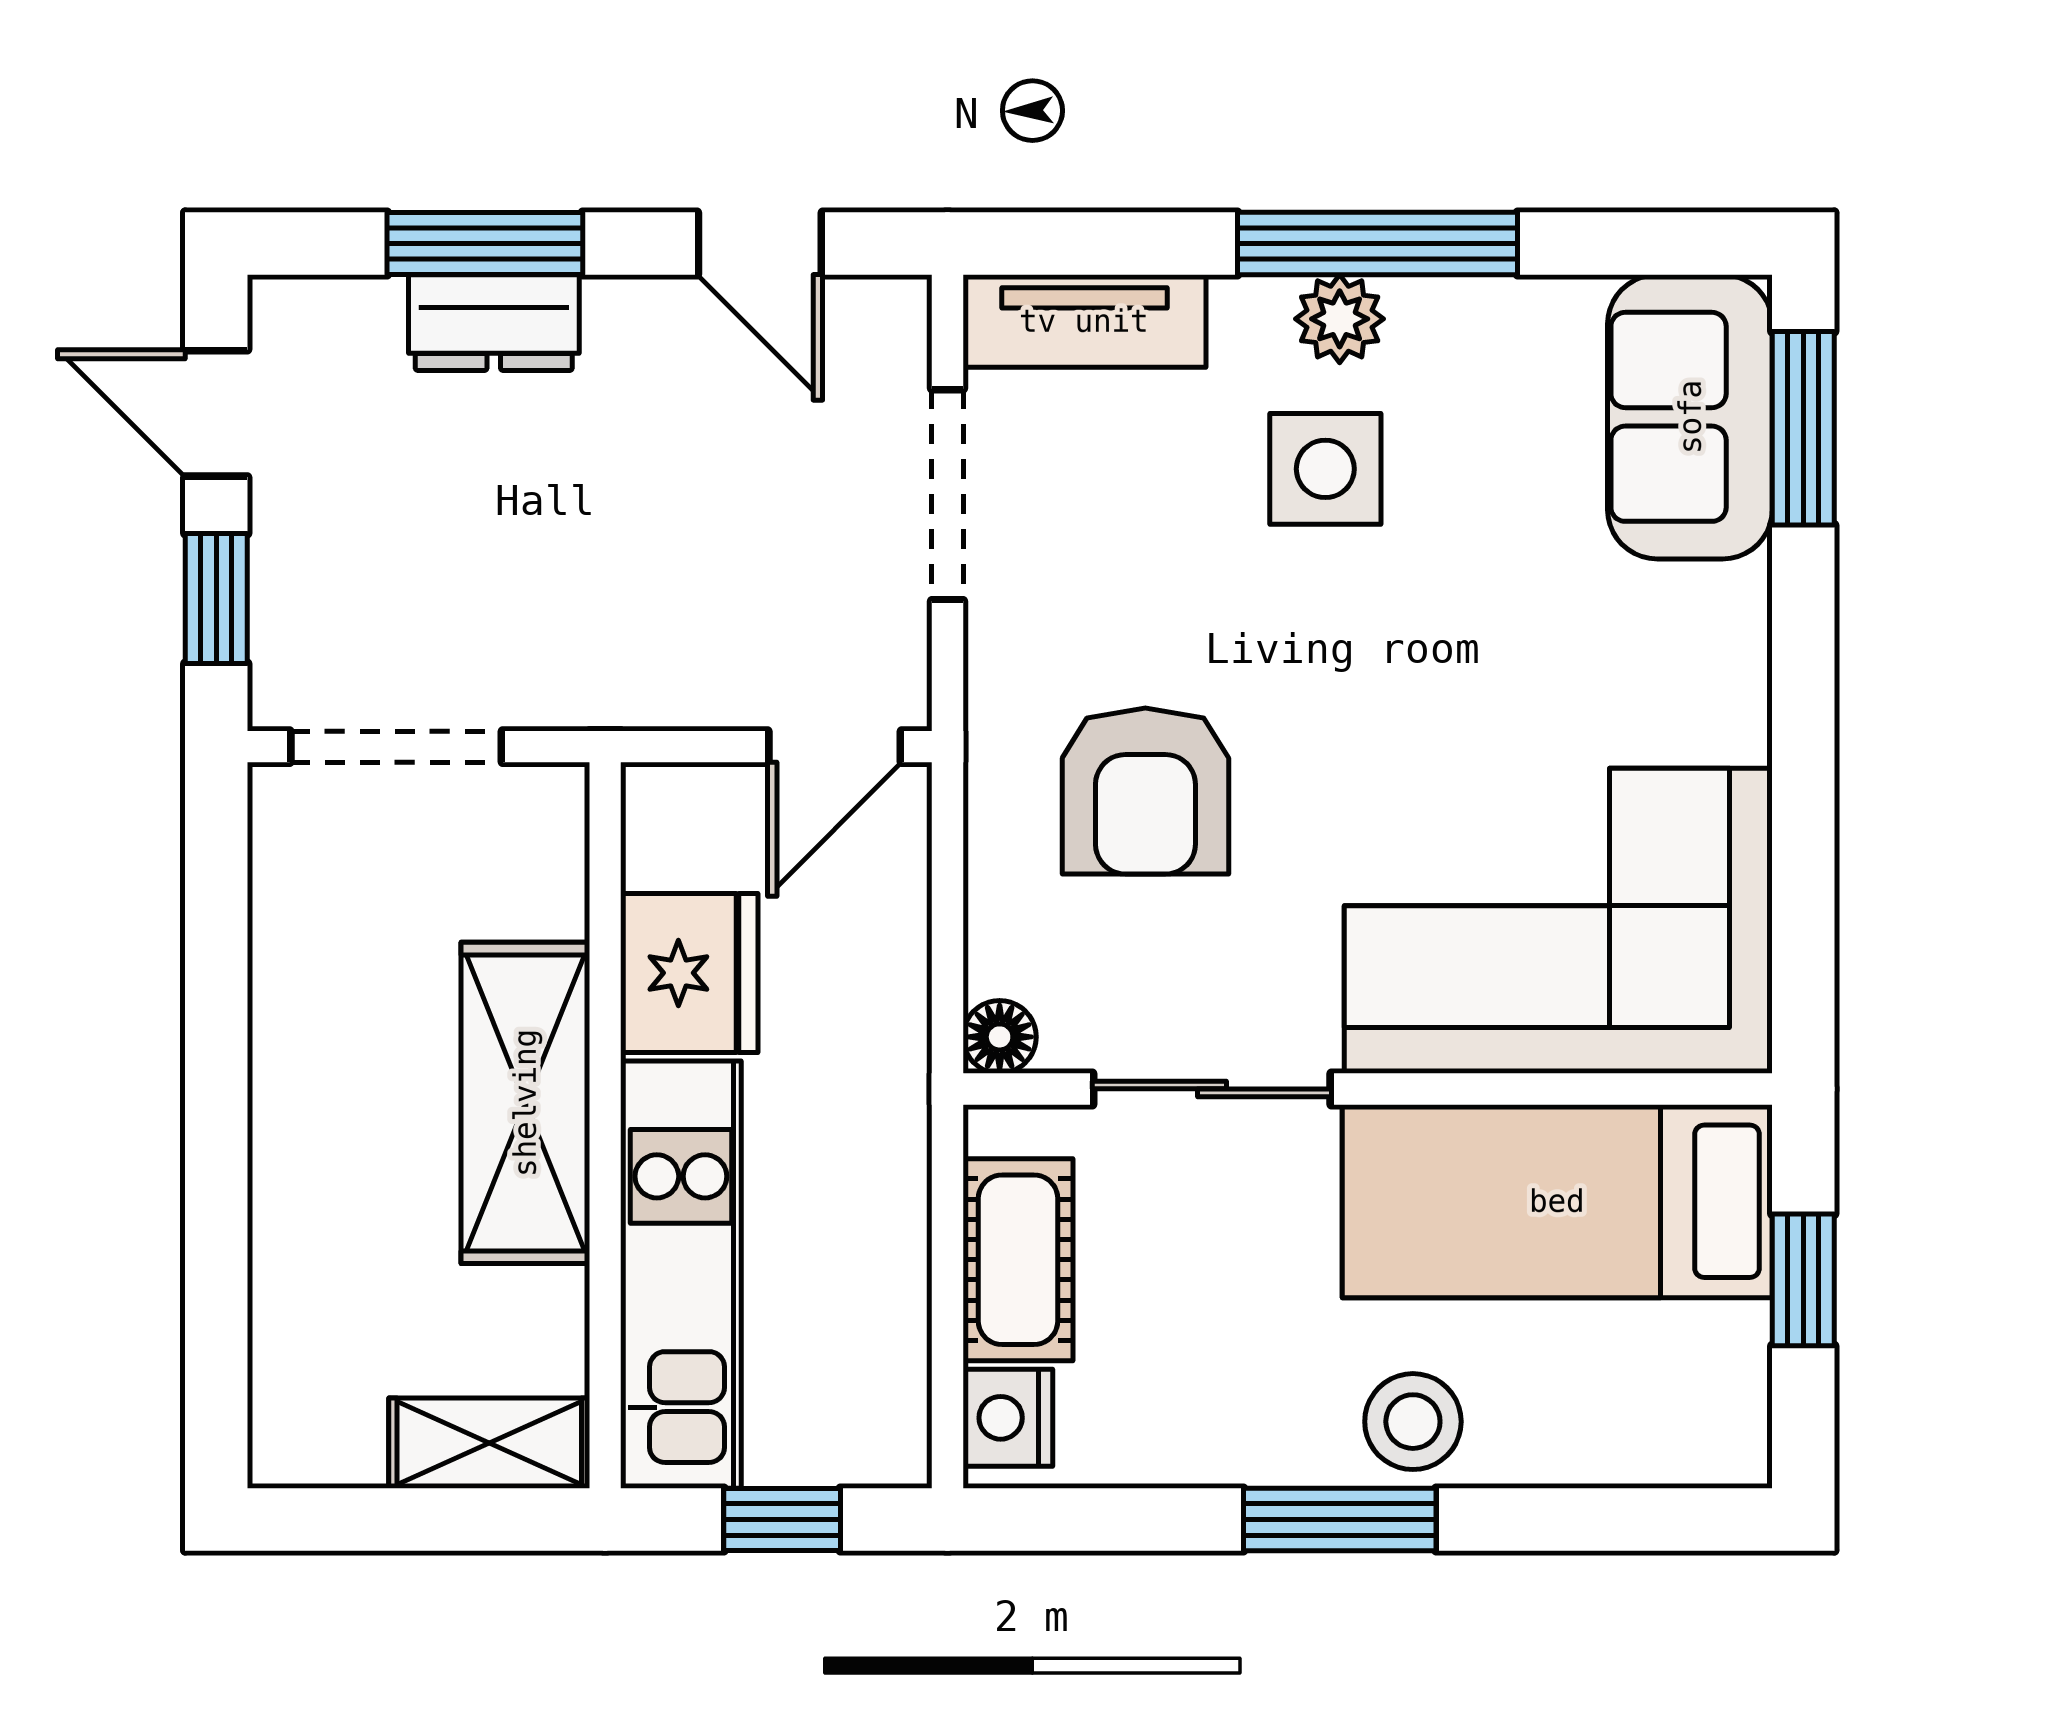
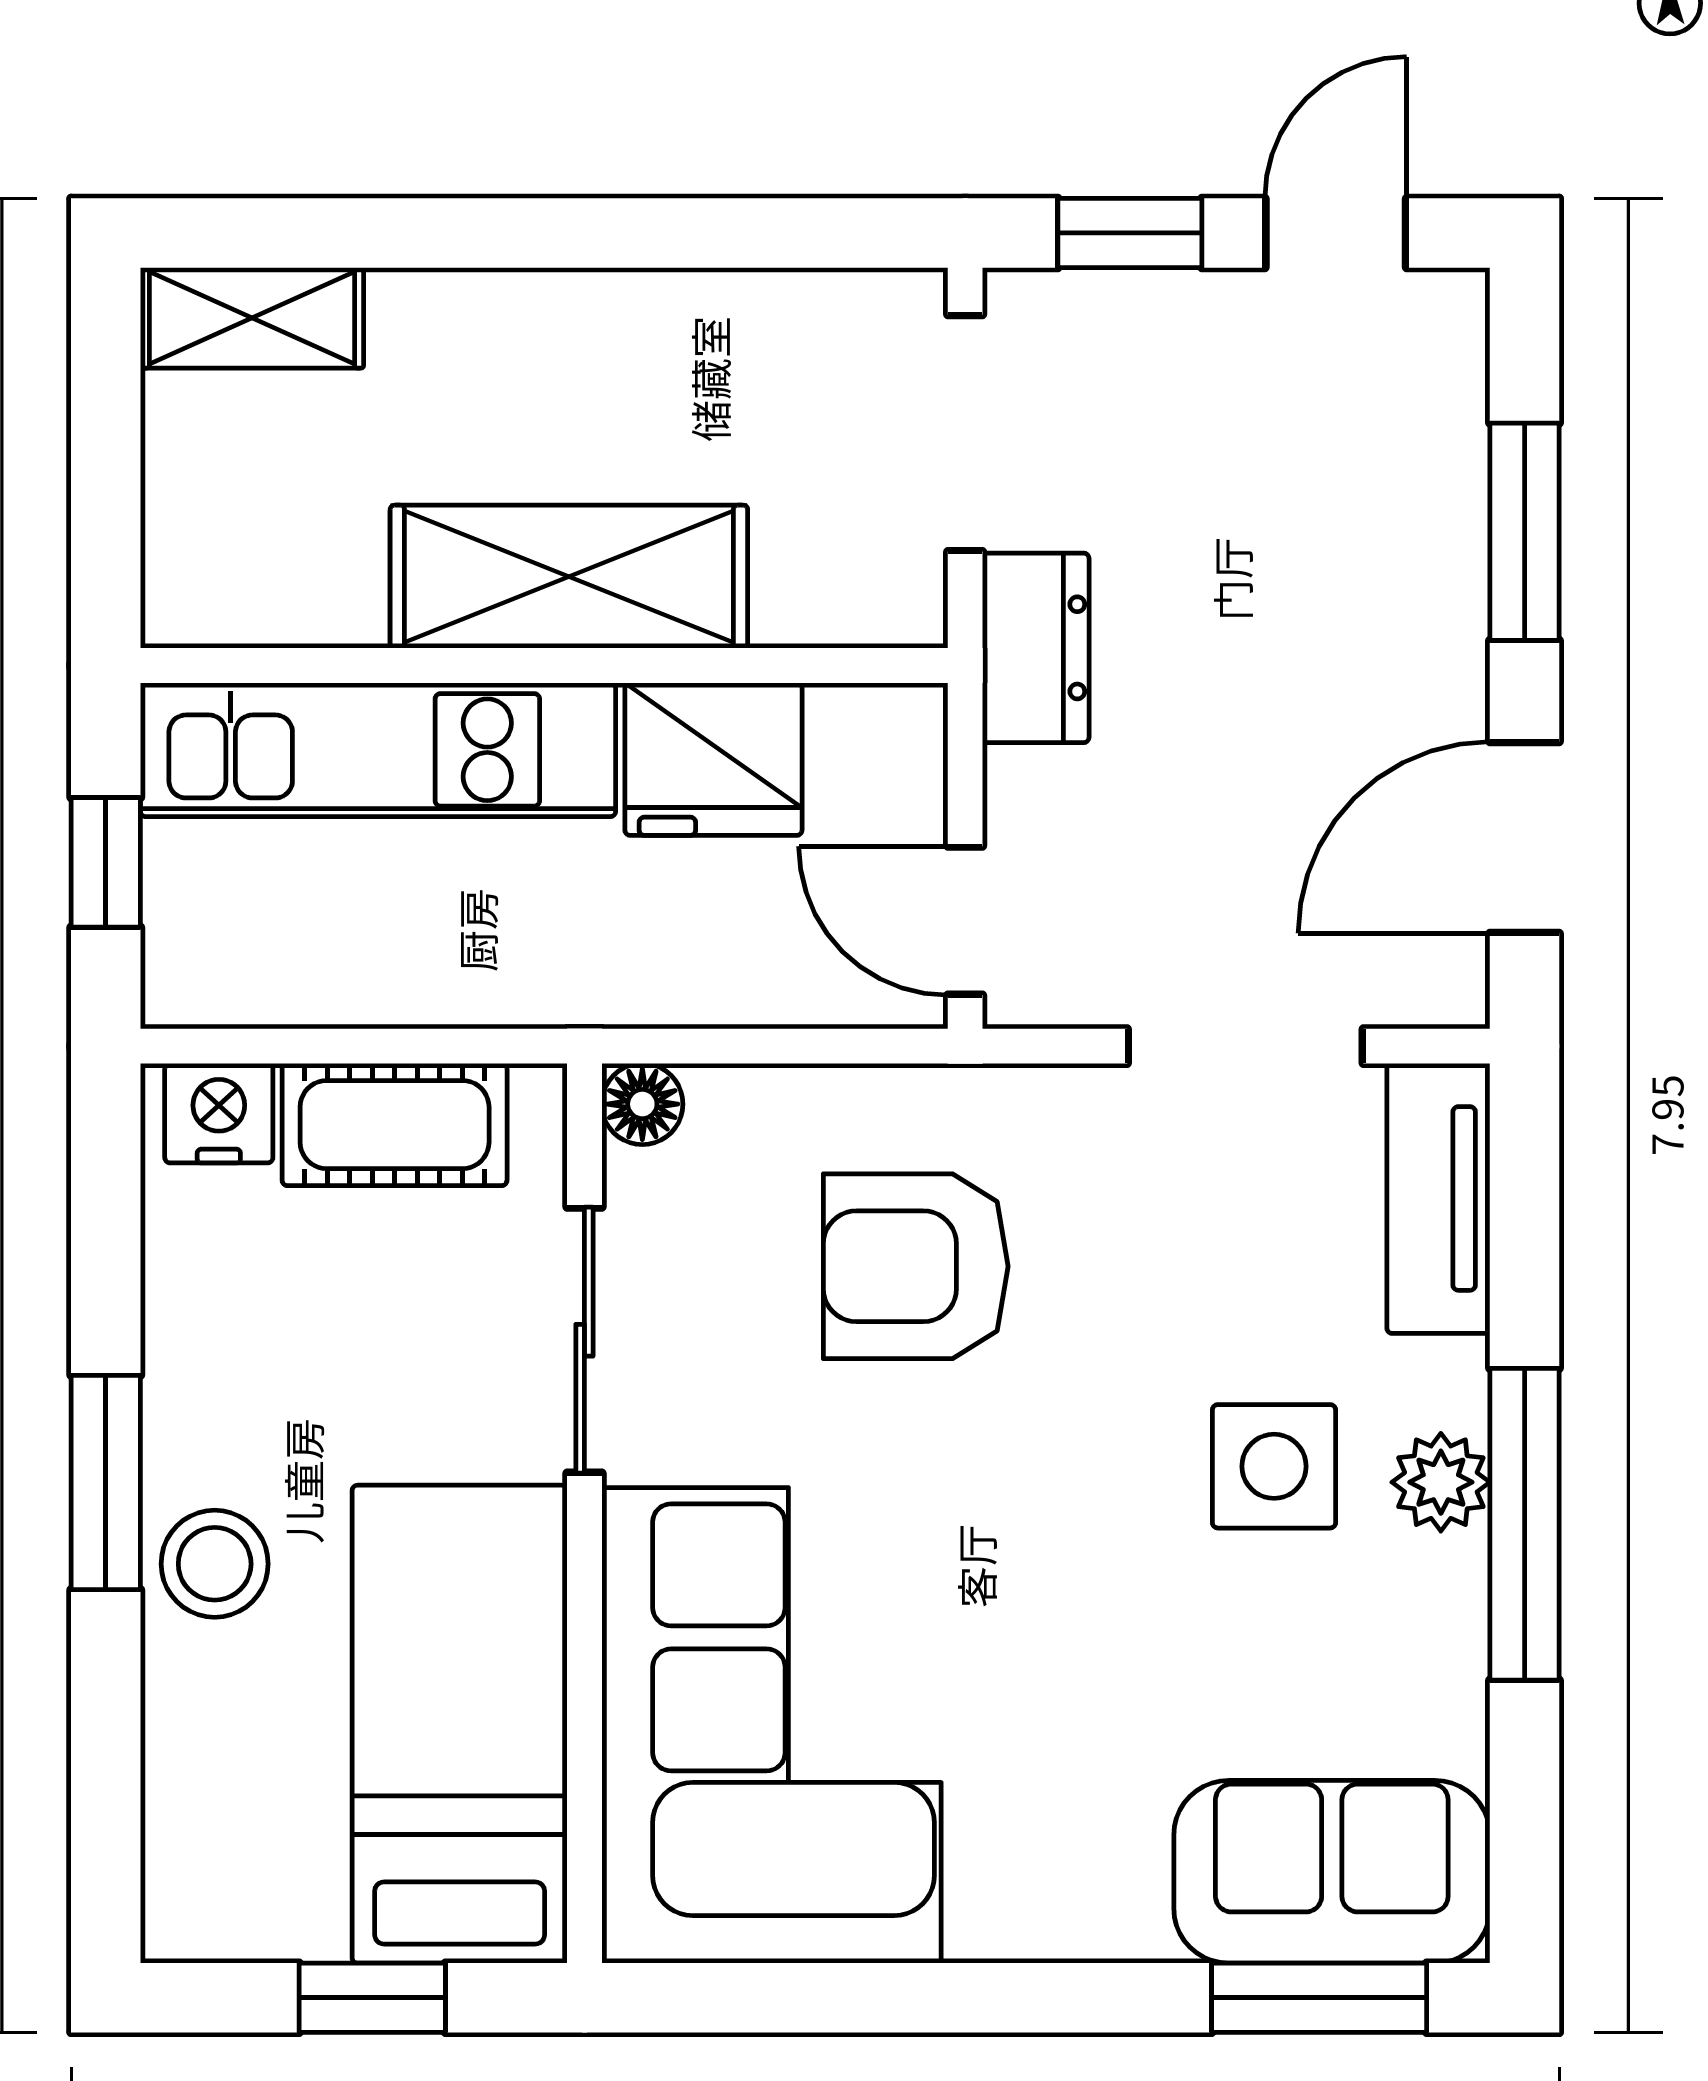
door: (760, 244) -> (1525, 838), width x1.38
dresser: (494, 323) -> (1036, 648), moved, turned 180
shelving: (489, 1443) -> (252, 318), moved, turned 90

